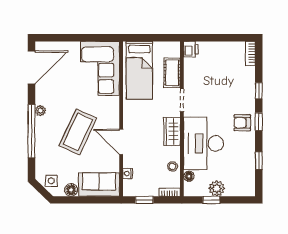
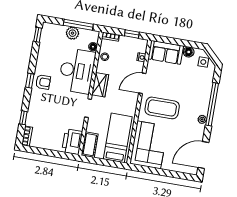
printer: (191, 49) -> (72, 142), width x1.87, depth x1.48
cot: (172, 73) -> (90, 145), moved
window: (259, 91) -> (23, 118), moved
coffee table: (78, 132) -> (162, 108), moved, turned 65
door: (121, 142) -> (142, 83), swing flipped
window: (259, 161) -> (38, 35), moved
window: (211, 200) -> (78, 25), width x2.17

